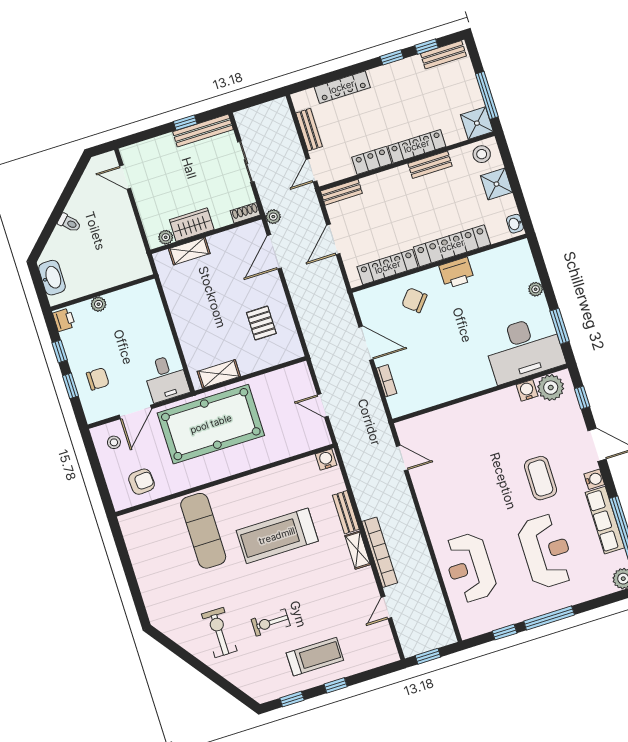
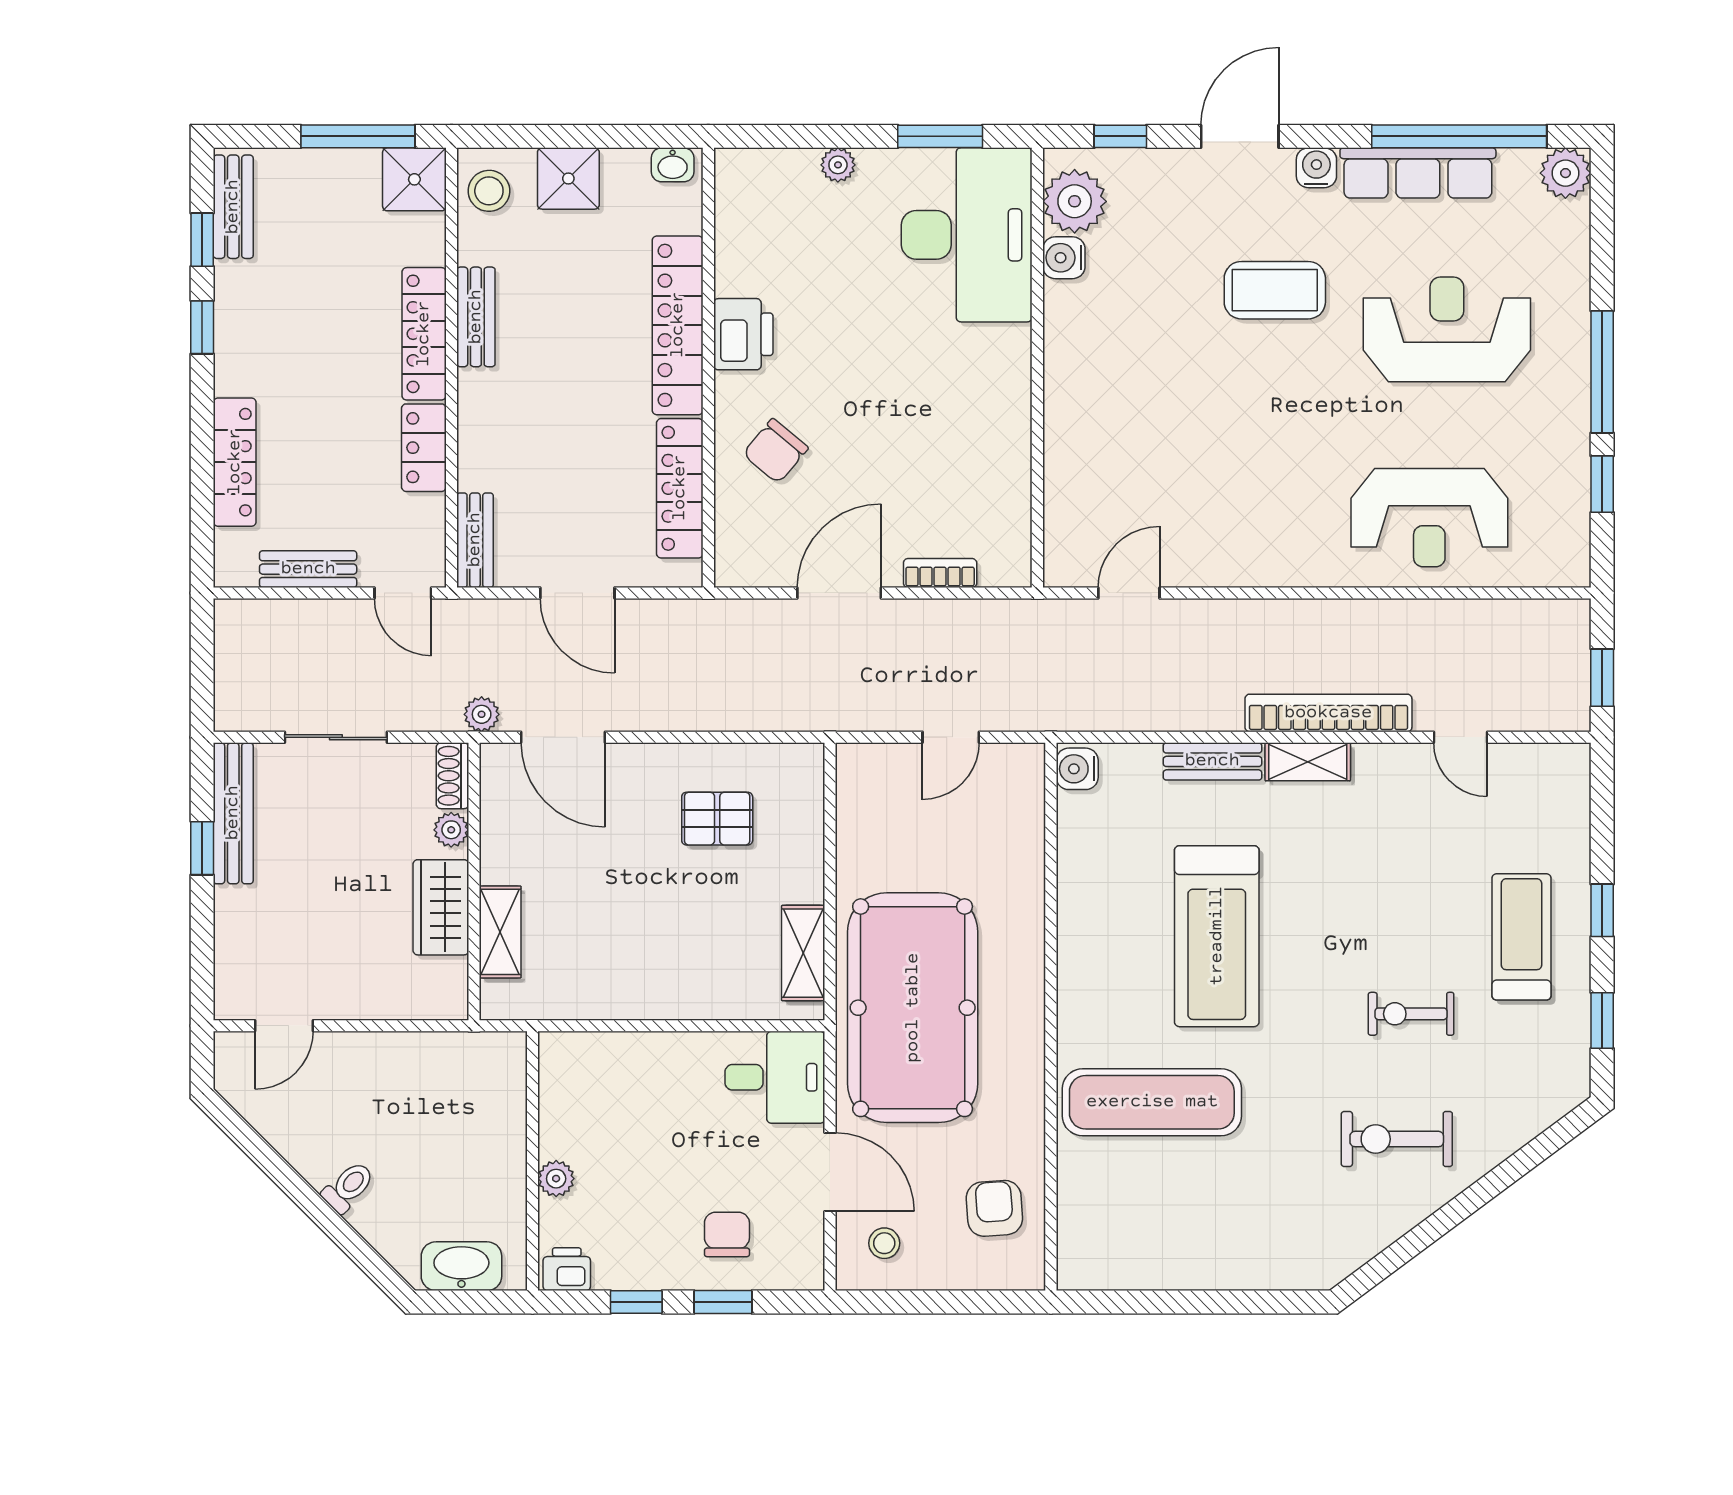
plant: (166, 237) -> (451, 830), moved
exercise bike: (271, 622) -> (1411, 1014), turned 90

